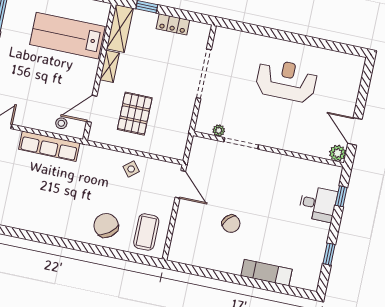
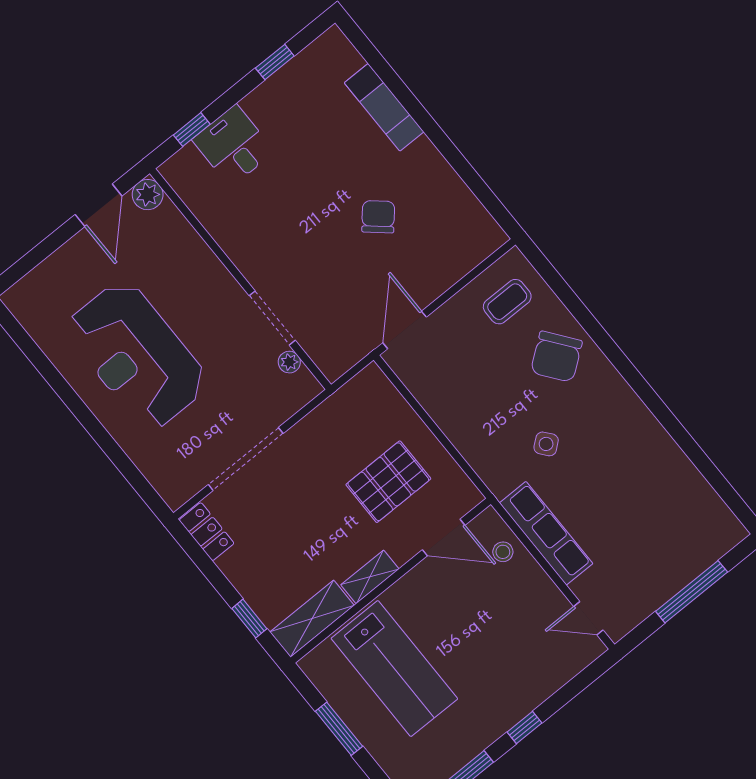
locker: (173, 24) -> (207, 532), moved
reception desk: (286, 80) -> (137, 355), width x1.36, depth x1.30
side table: (131, 169) -> (546, 444), moved
coffee table: (146, 232) -> (507, 302), width x0.73, depth x0.77

